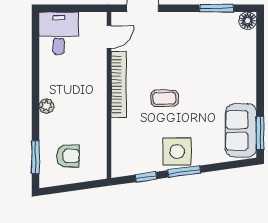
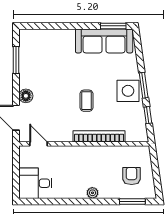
floor lamp: (248, 21) -> (26, 96), moved
bookcase: (119, 84) -> (99, 136), moved
sofa: (241, 130) -> (104, 41), width x1.36

